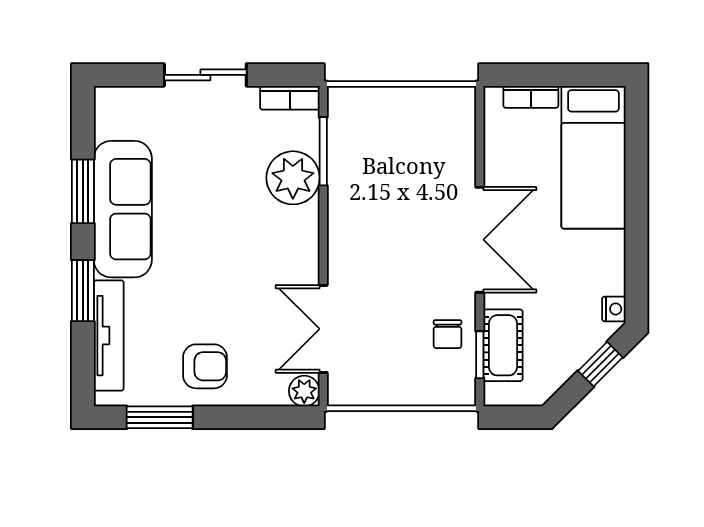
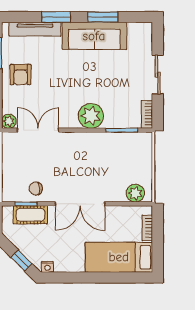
plant: (457, 122) -> (135, 193), added
plant: (293, 178) -> (91, 116), moved

